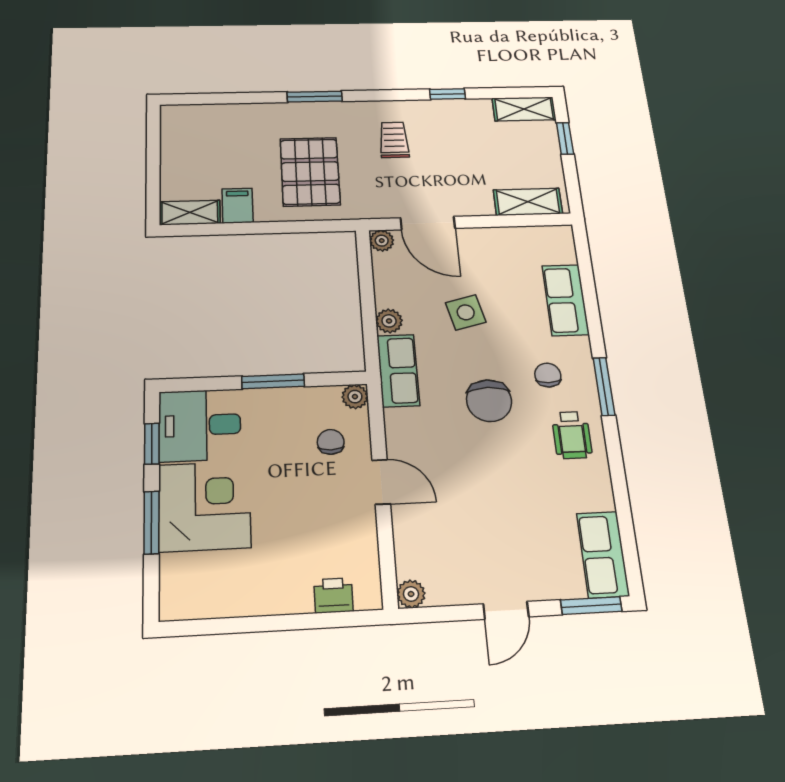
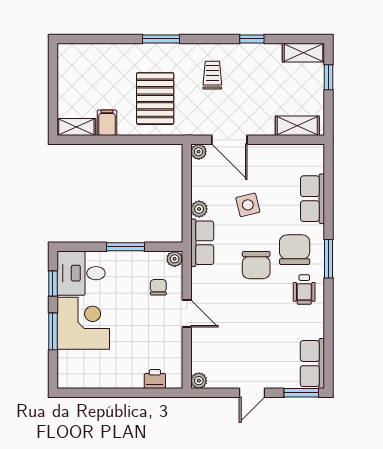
chair: (548, 375) -> (295, 250), width x1.87, depth x1.87

